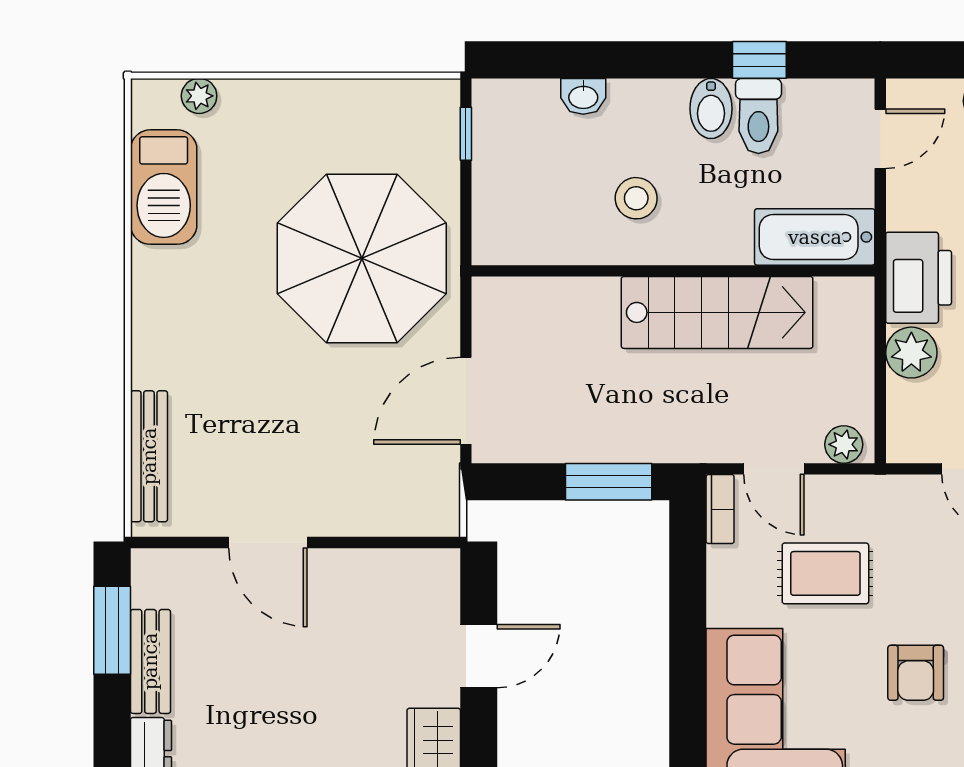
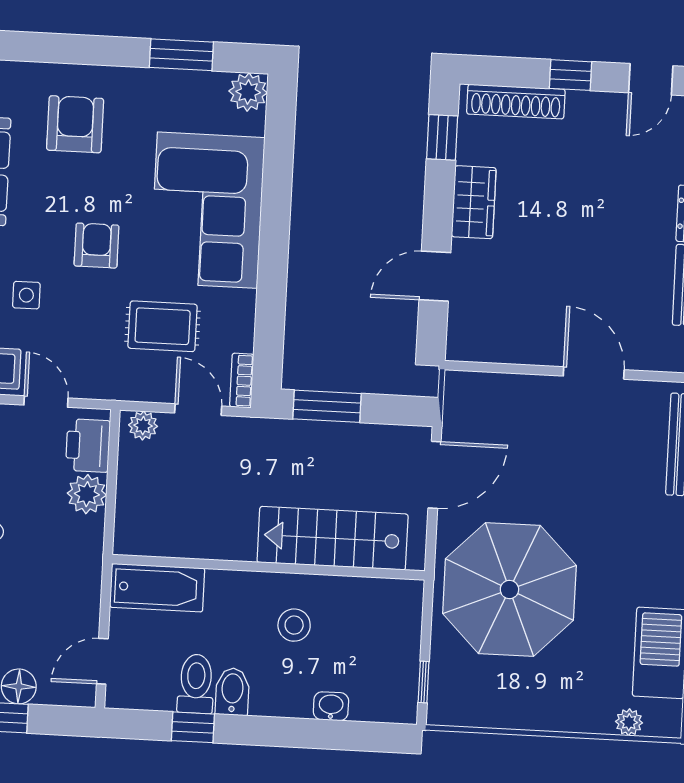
printer: (919, 278) -> (88, 446), moved, width x0.73, depth x0.84
stairs: (717, 312) -> (333, 538), moved

